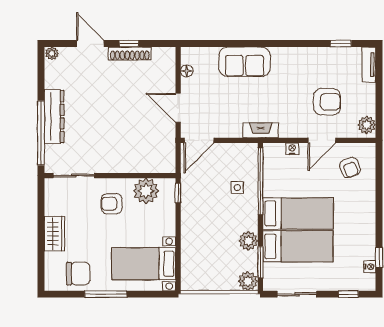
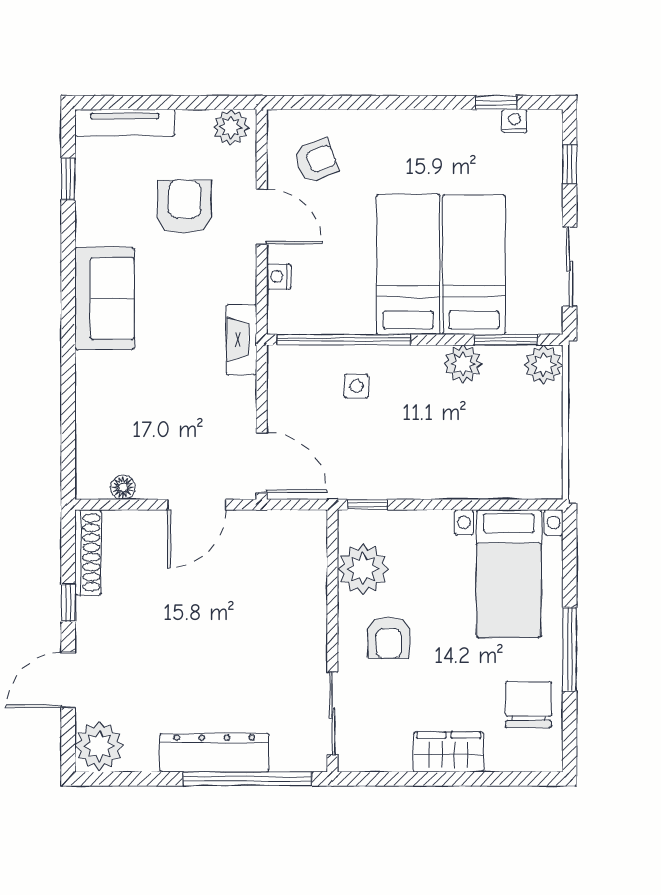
plant: (52, 53) -> (99, 746), width x1.87, depth x1.87
shoe rack: (130, 54) -> (88, 552), moved
sofa: (245, 62) -> (105, 299), moved
tv unit: (369, 65) -> (125, 123), width x1.41

